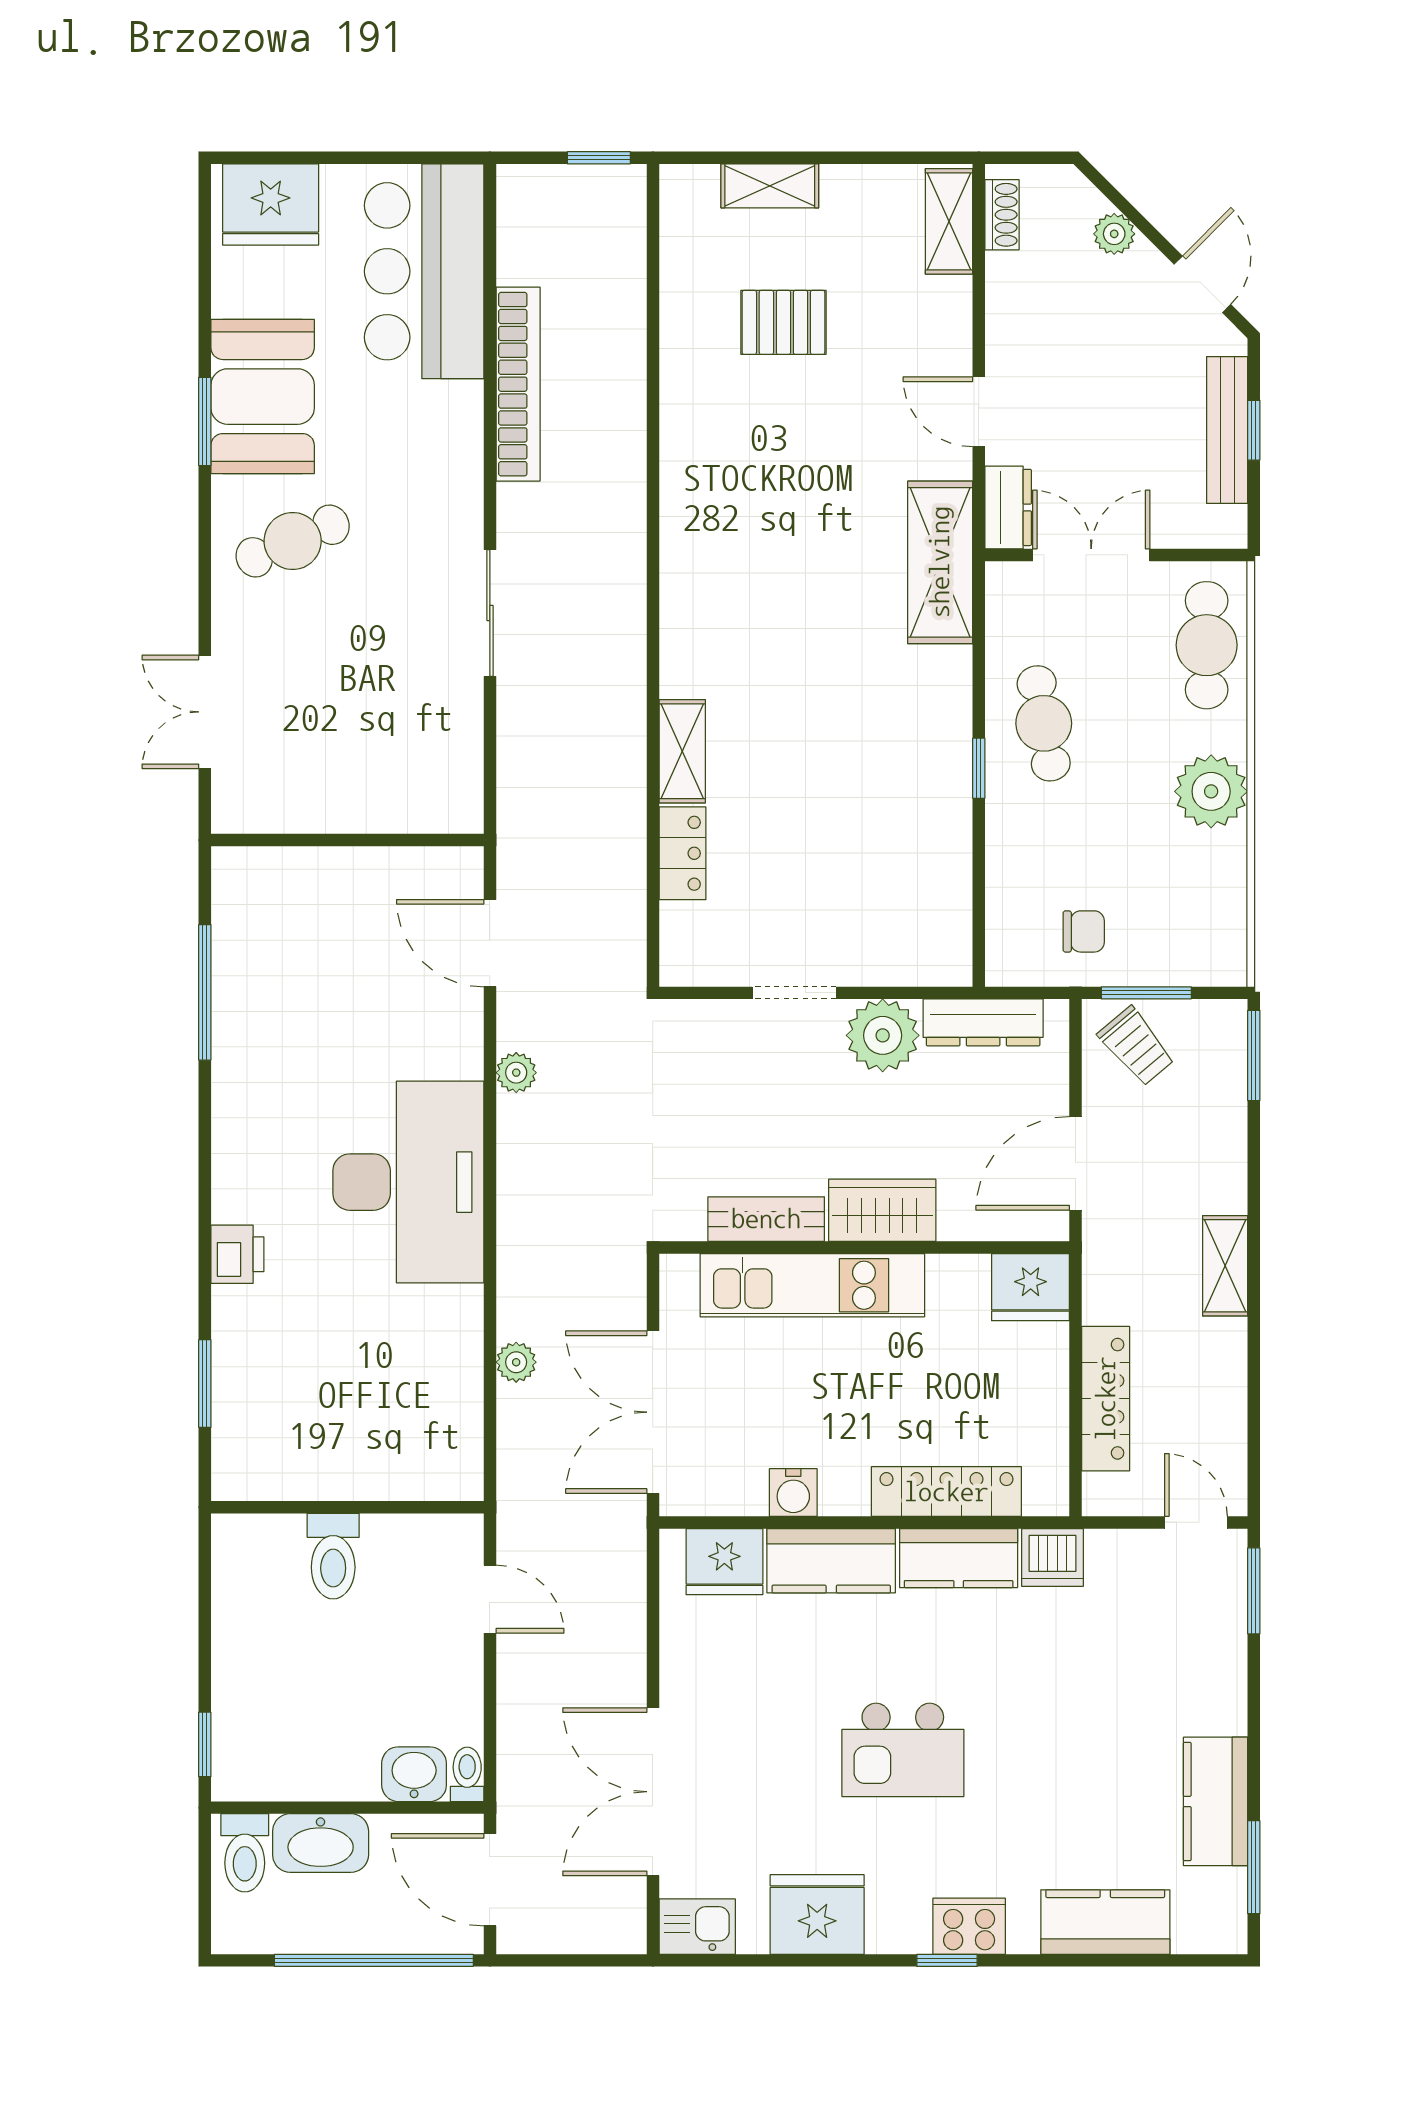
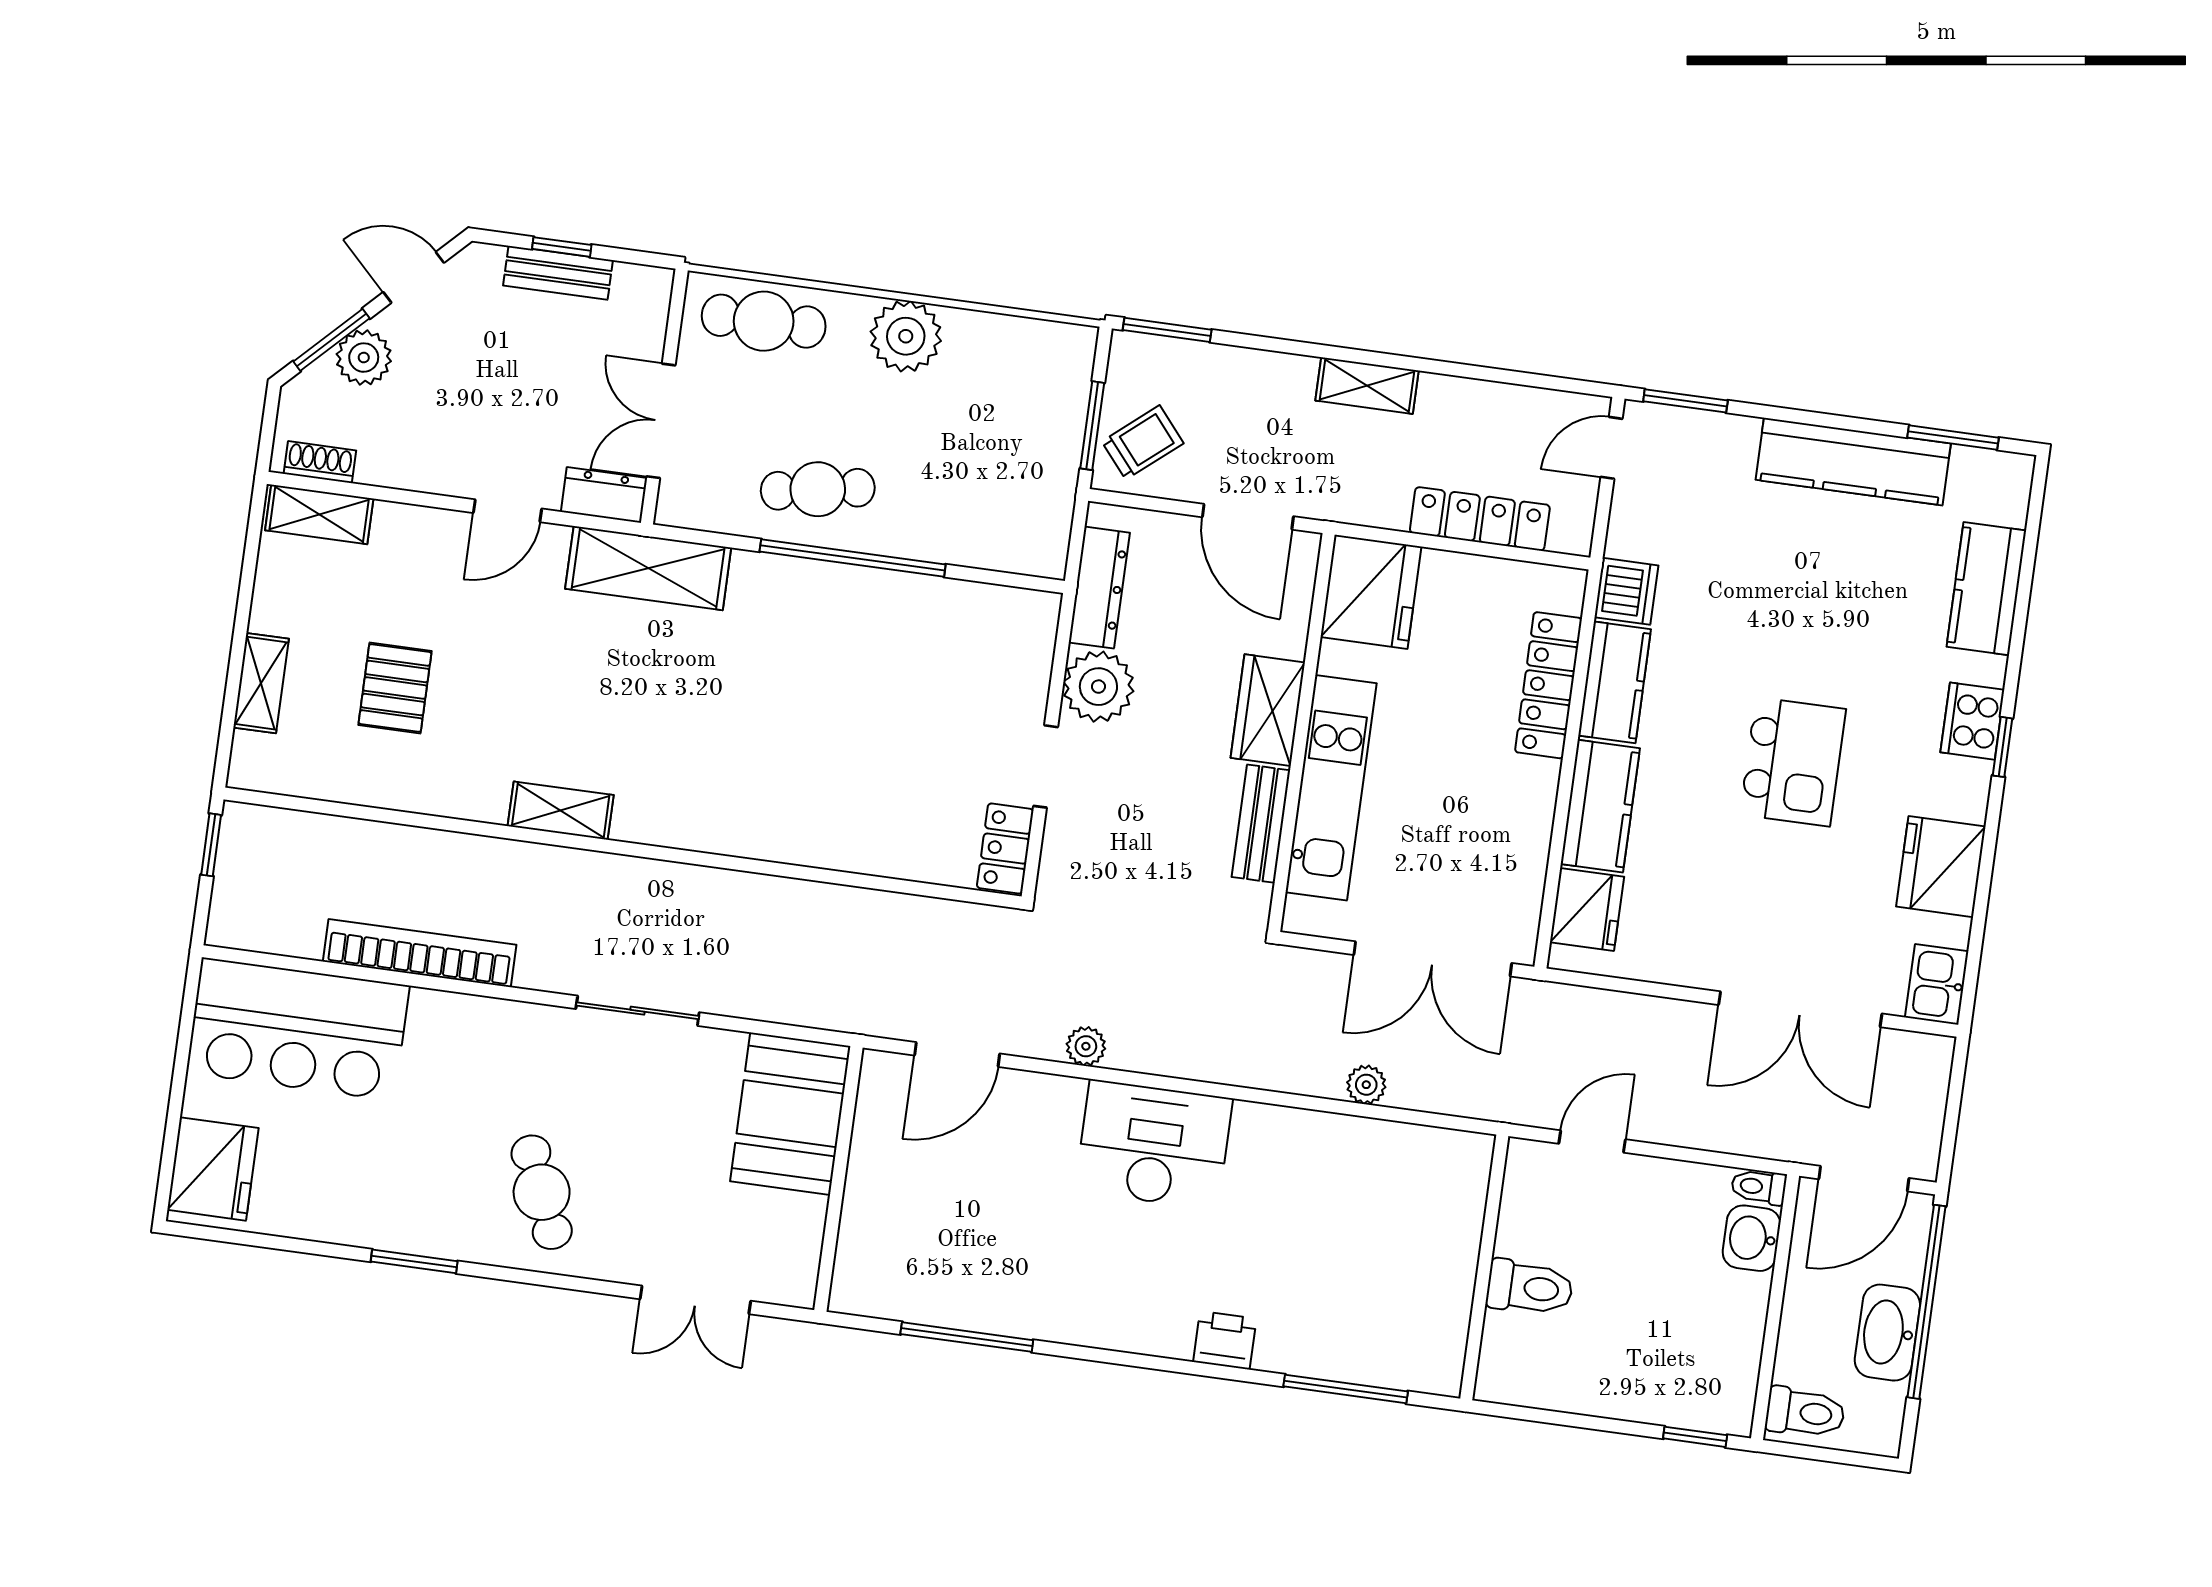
window: (1128, 210) -> (331, 340), added
plant: (1114, 234) -> (364, 358), width x1.38, depth x1.38
booth: (263, 397) -> (790, 1114), moved, turned 90
bench: (1227, 430) -> (558, 273), width x0.73
shelving: (682, 751) -> (561, 811), moved
window: (979, 768) -> (853, 558), width x3.17
locker: (682, 853) -> (1005, 849), moved, turned -90
chair: (1084, 931) -> (1025, 478), removed
desk: (408, 1182) -> (1154, 1145), width x0.73, depth x0.77
fridge: (1031, 1287) -> (1371, 592), width x1.36, depth x1.34
window: (205, 1384) -> (1346, 1389), width x1.44
water cooler: (793, 1492) -> (1529, 834), removed
kitchen counter: (1216, 1801) -> (1853, 462), width x1.50
washbasin: (321, 1843) -> (1887, 1333), moved, turned 180

